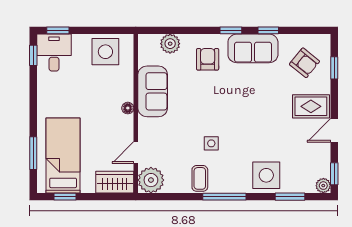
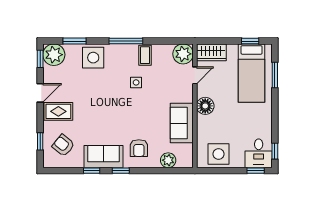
floor lamp: (128, 108) -> (205, 106), width x1.89, depth x1.89
plant: (323, 186) -> (54, 55), width x1.88, depth x1.88

